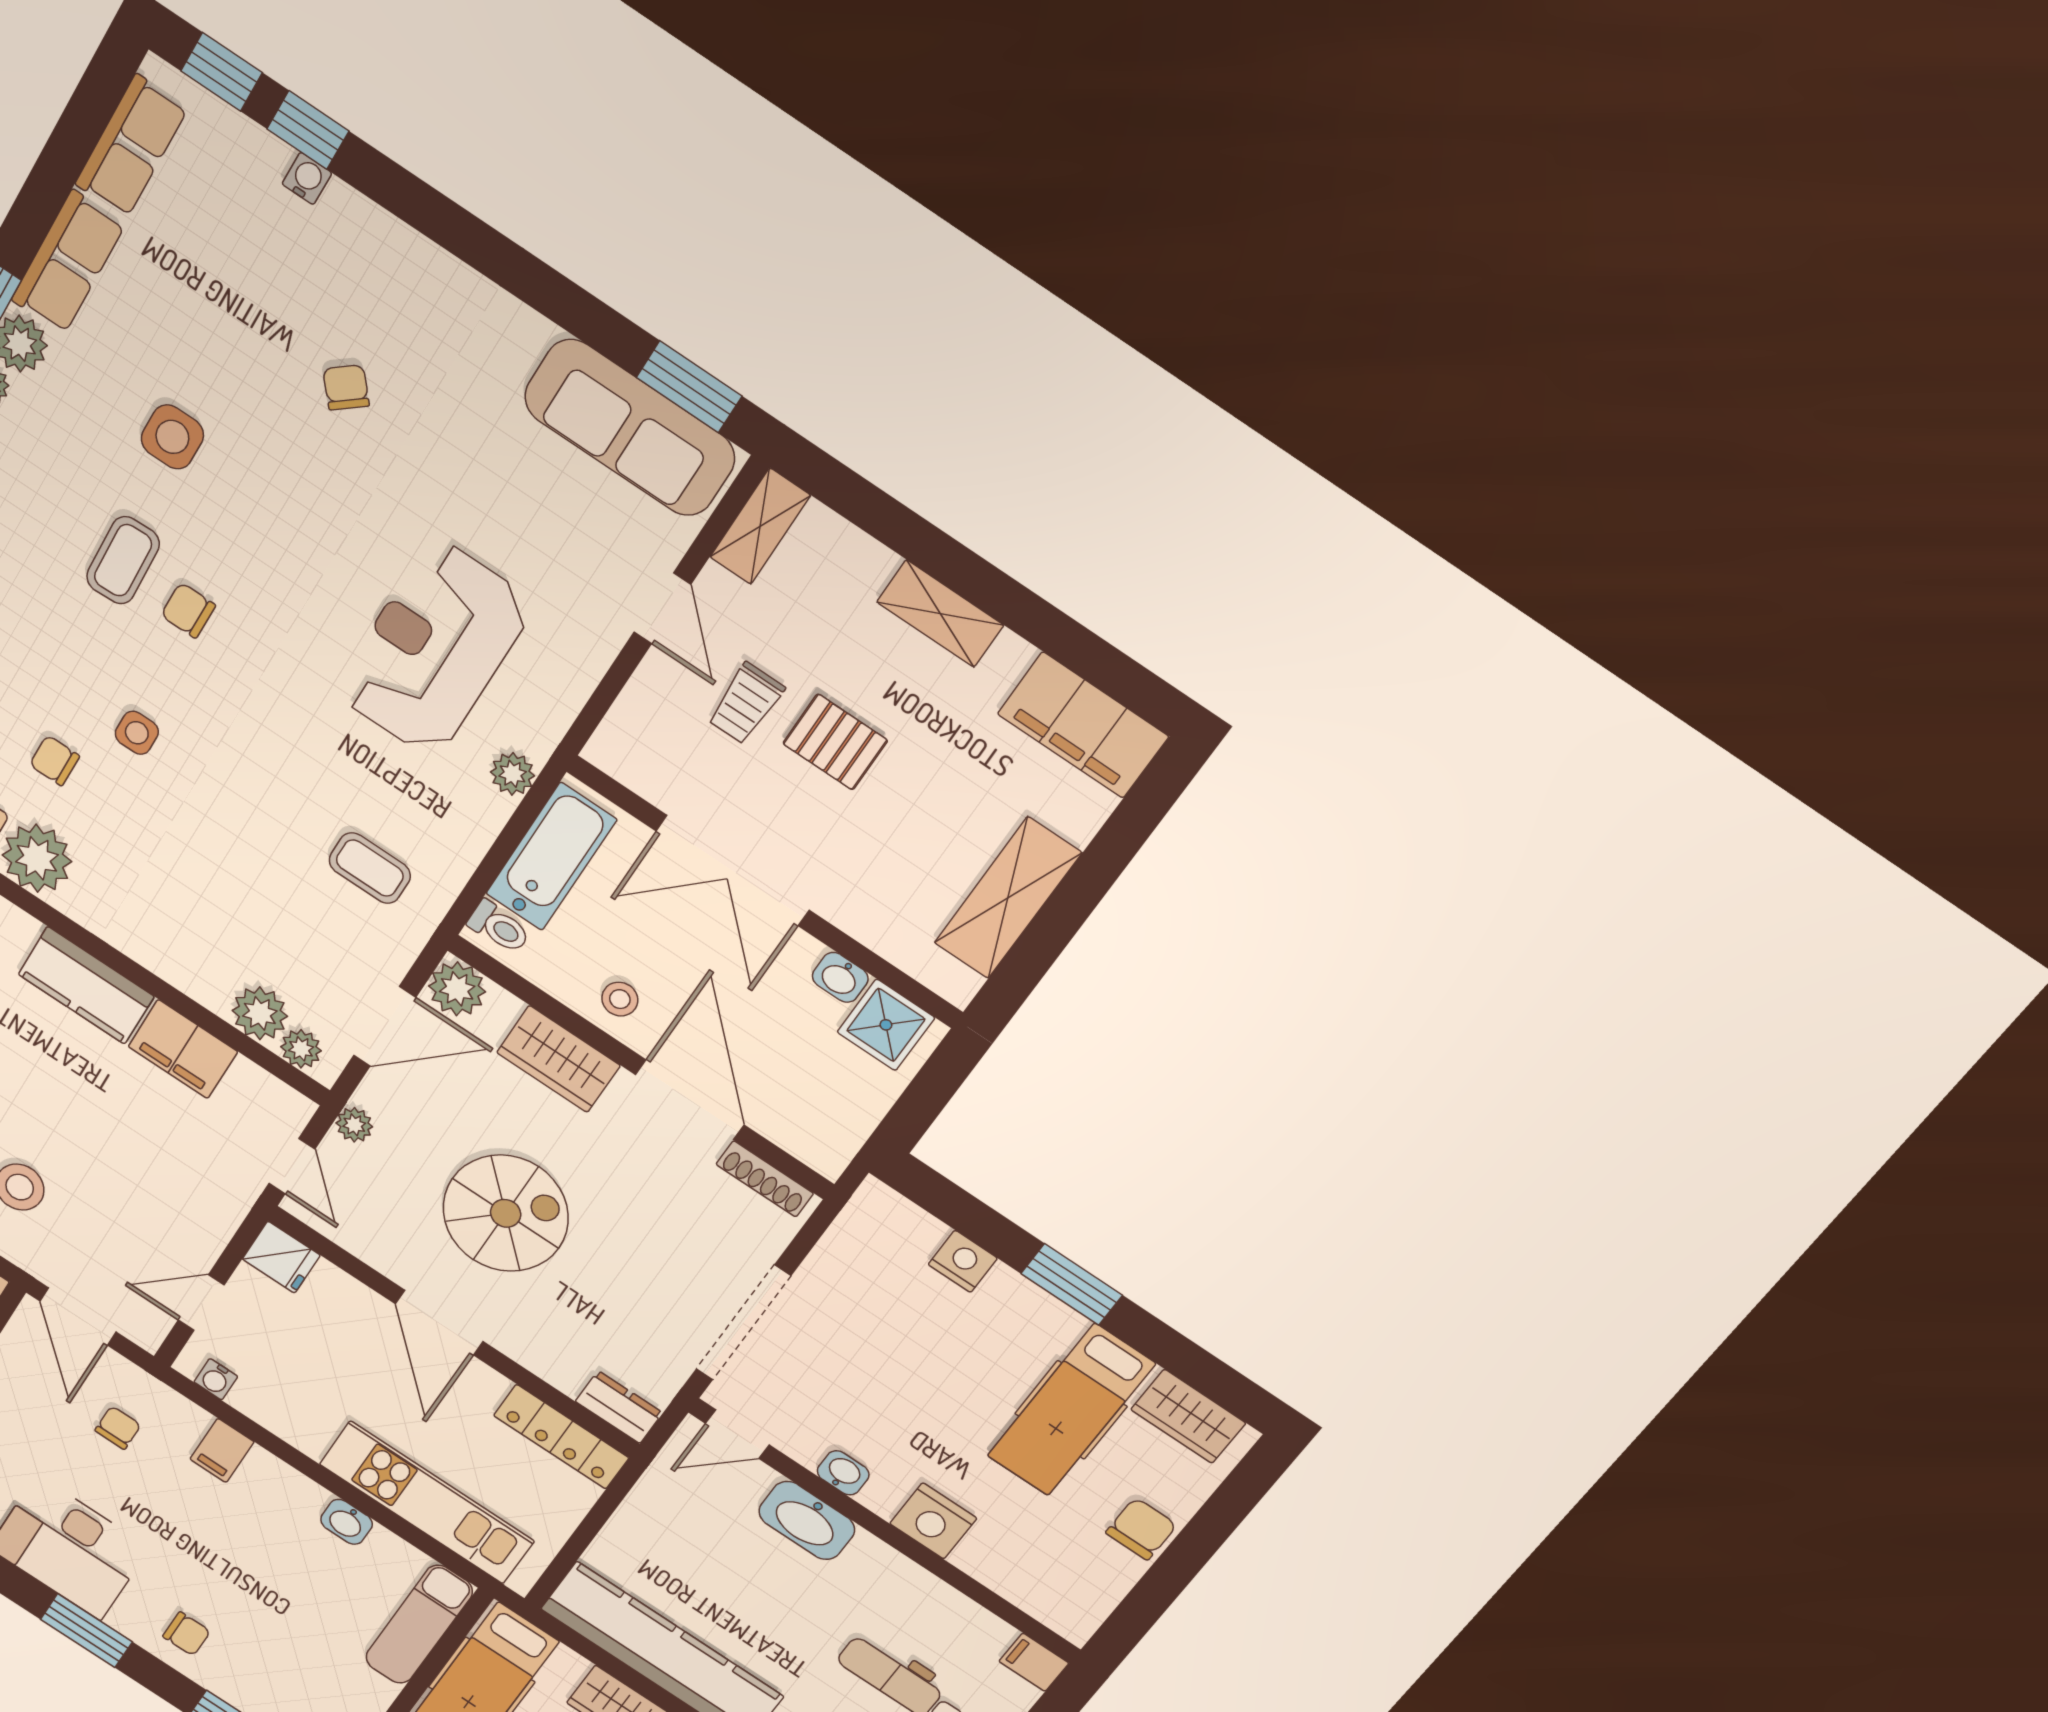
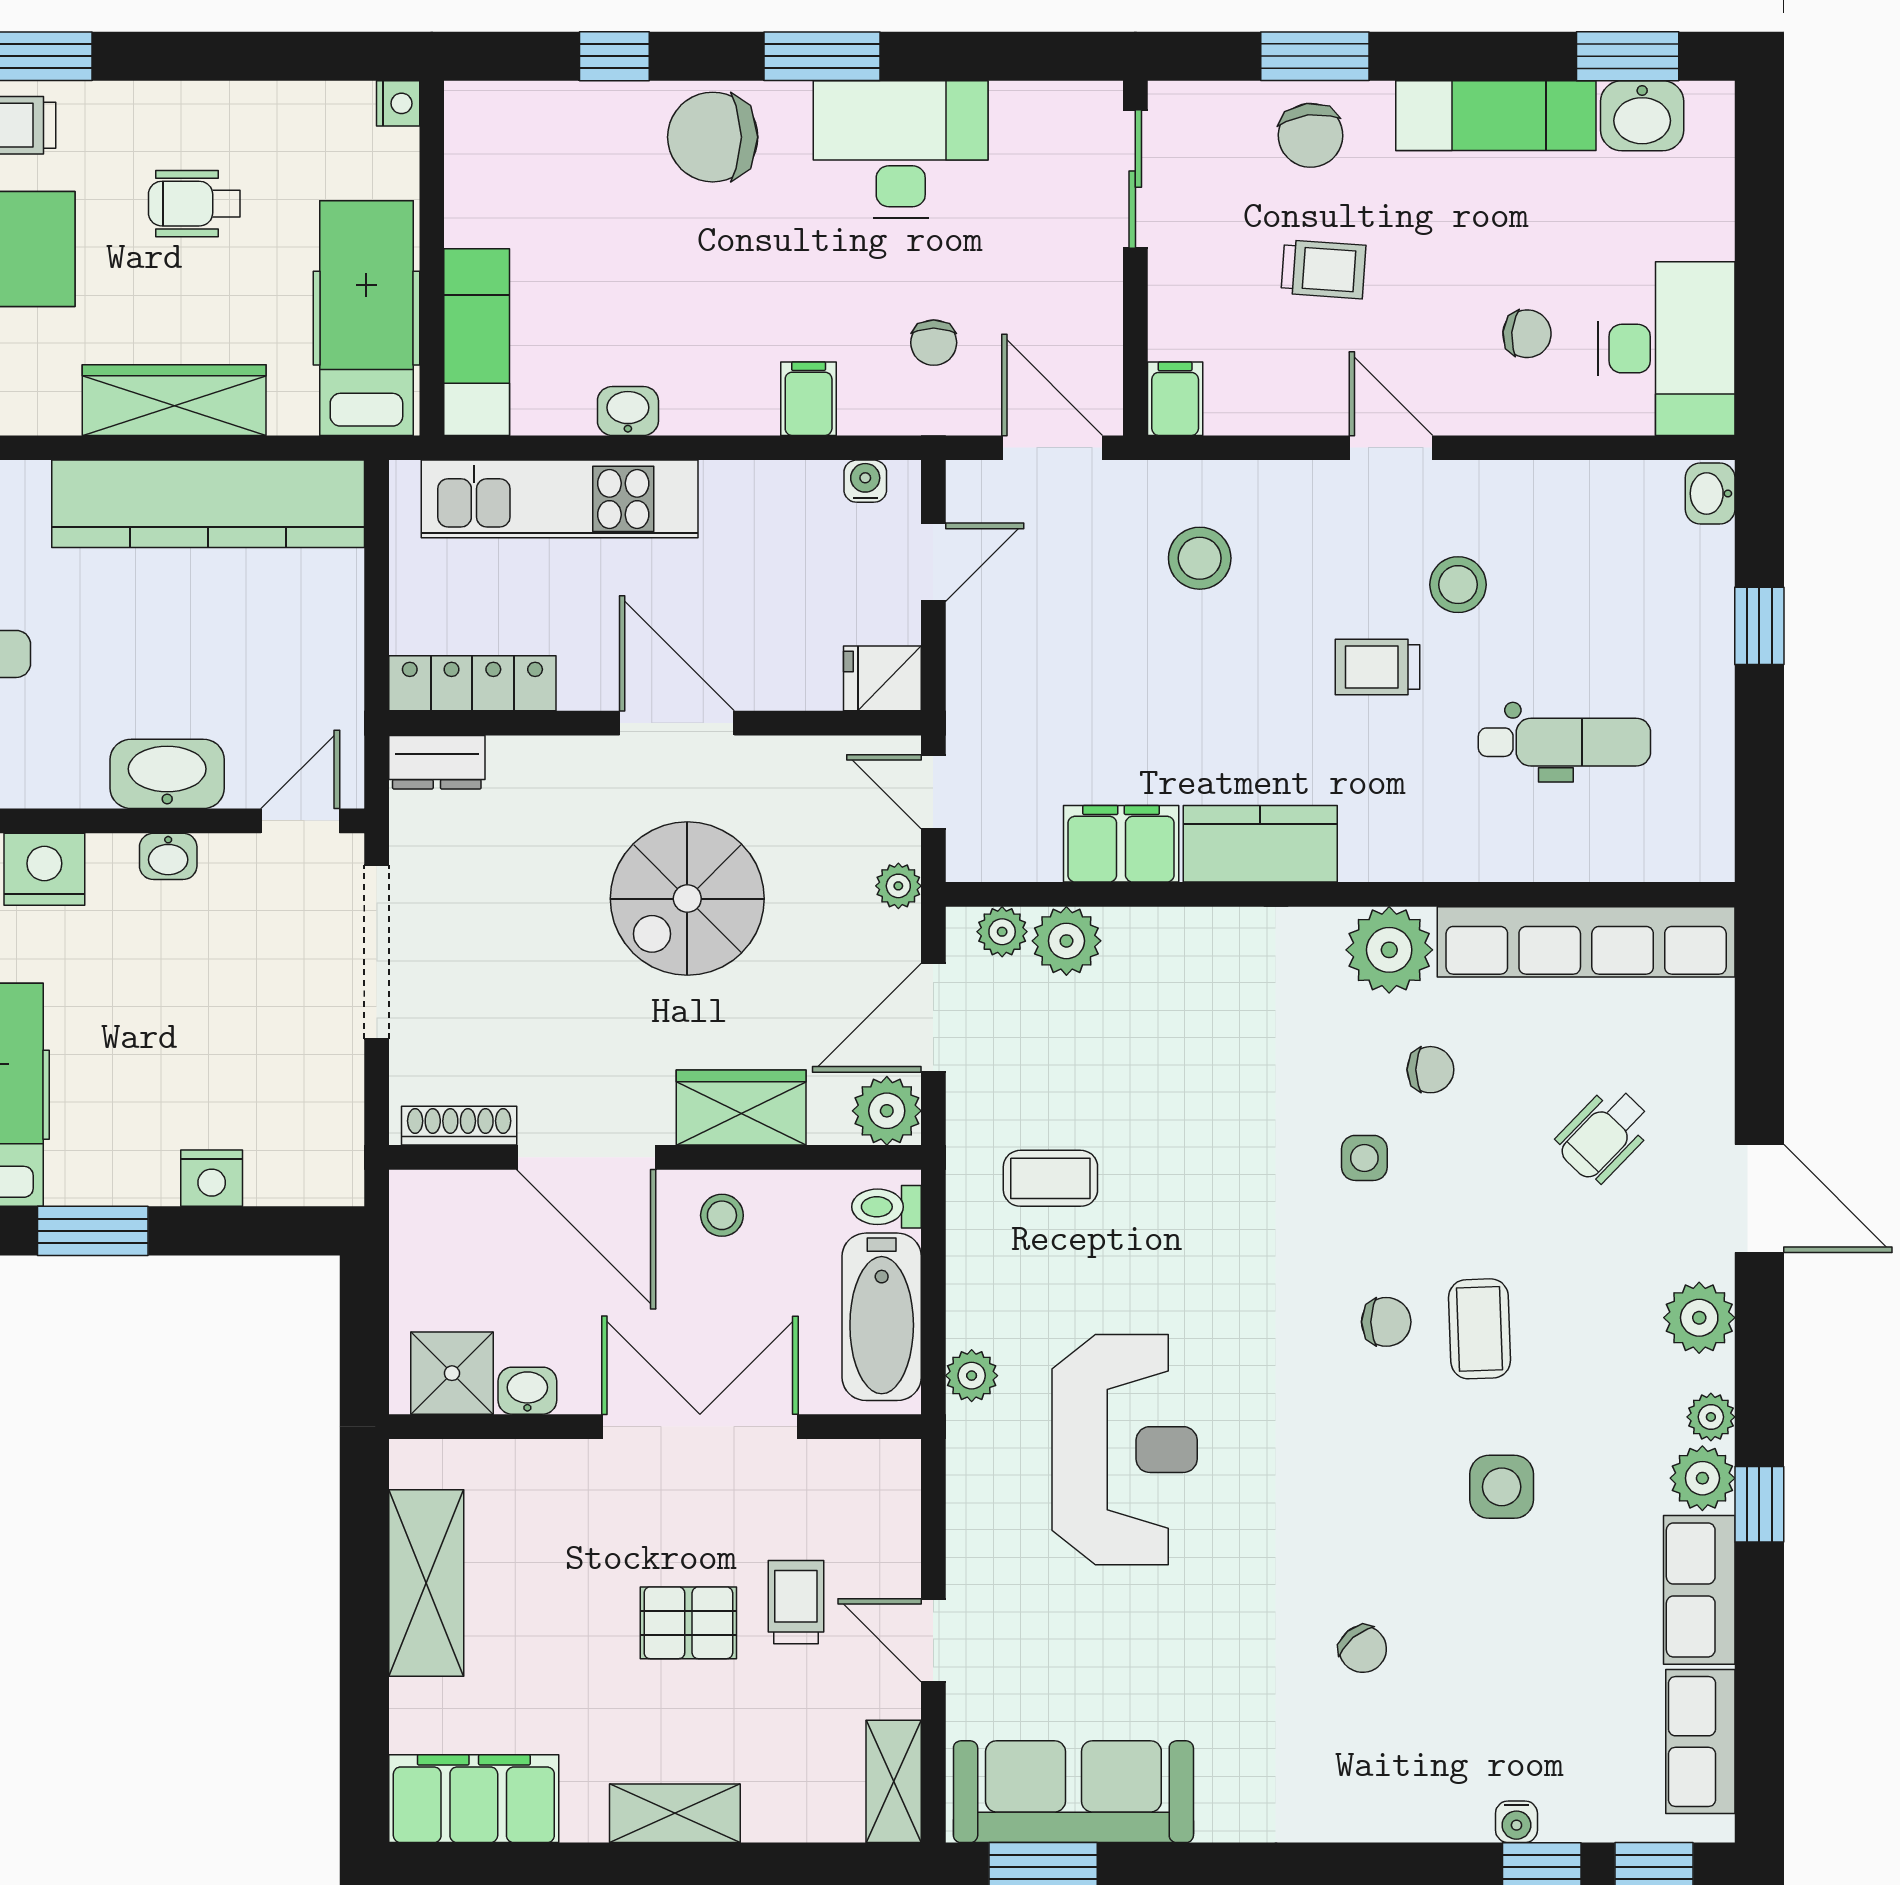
chair: (187, 1634) -> (713, 137), width x1.87, depth x1.87

